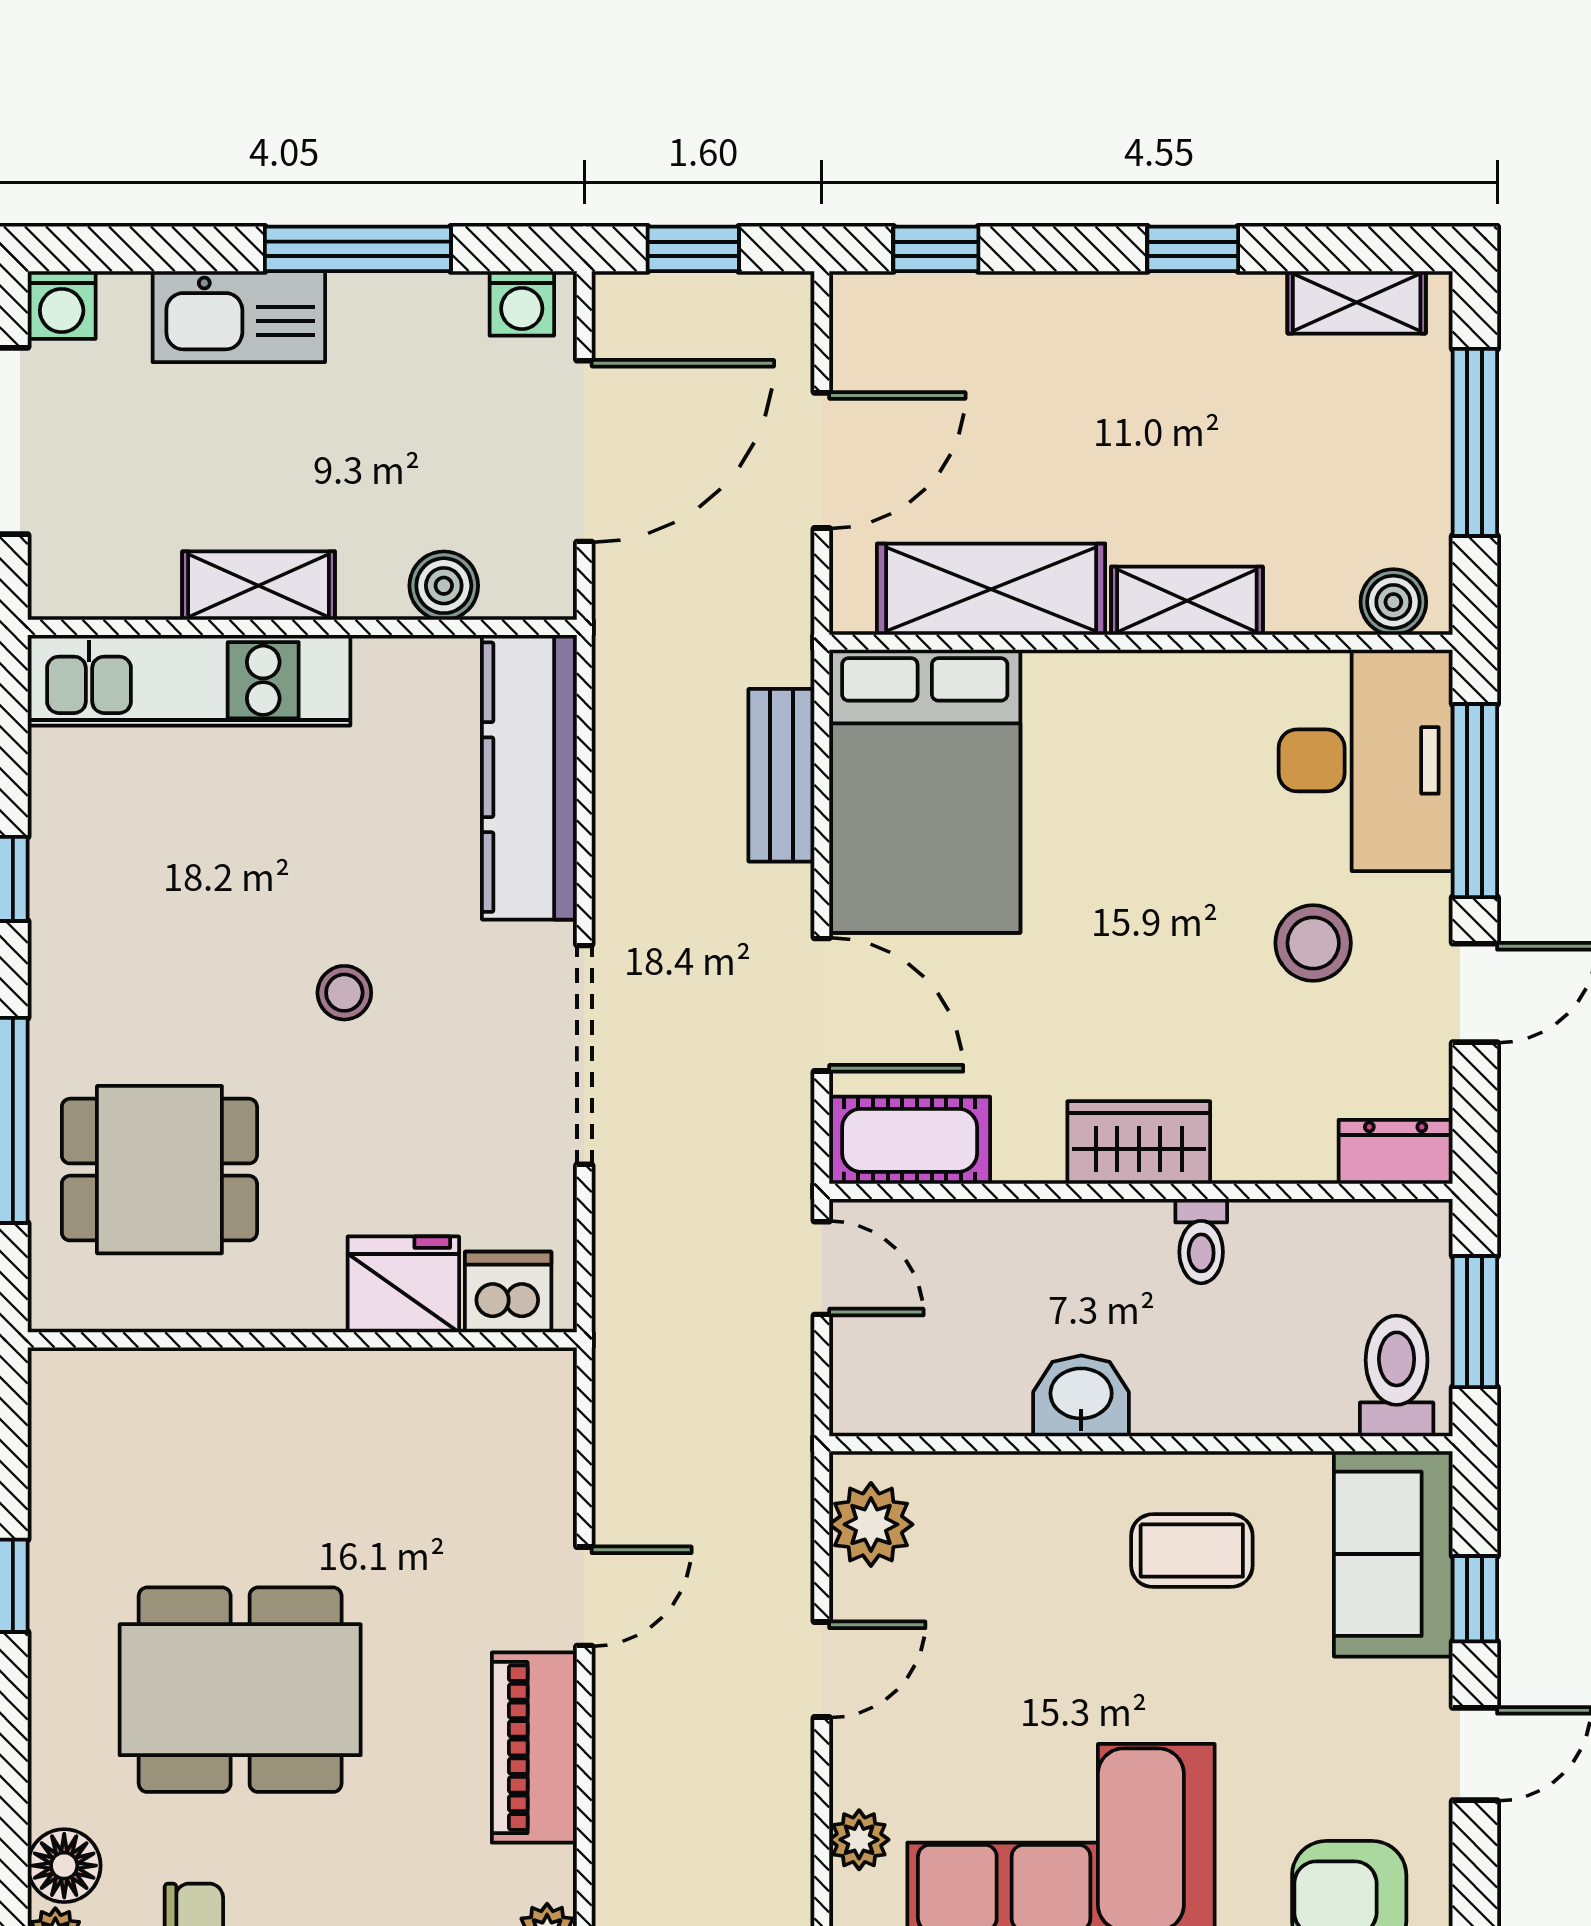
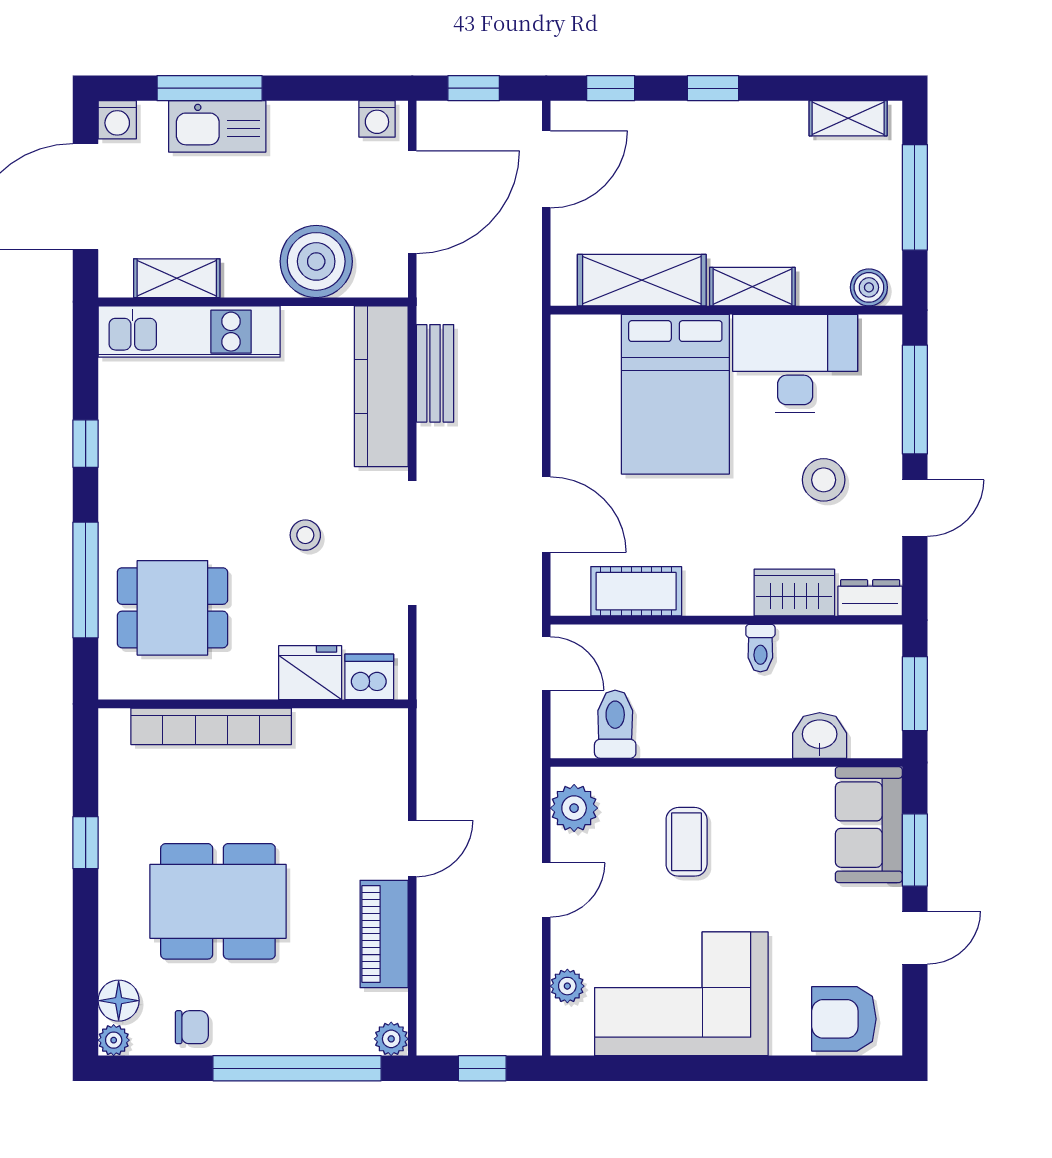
window: (358, 249) -> (210, 88), moved
window: (1193, 249) -> (713, 88), moved
door: (822, 460) -> (546, 169), moved
shelving: (259, 586) -> (177, 278), moved
boiler: (444, 586) -> (316, 261), width x1.86, depth x1.86
desk: (1366, 760) -> (795, 363), moved, turned -90
bench: (781, 775) -> (435, 373), moved
bed: (925, 791) -> (675, 394), moved
stool: (344, 993) -> (305, 535), moved
cot: (910, 1140) -> (636, 591), moved
wardrobe: (1139, 1143) -> (794, 593), moved
toilet: (1397, 1376) -> (615, 724), moved
bookcase: (228, 1380) -> (211, 726), added
washbasin: (1081, 1396) -> (820, 735), moved
coffee table: (1192, 1551) -> (687, 842), moved, turned 90
window: (1475, 1599) -> (915, 850), width x1.50

